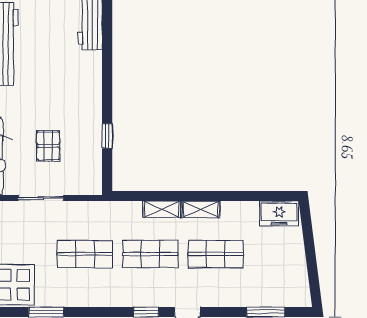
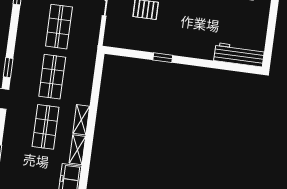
window: (107, 136) -> (163, 58), moved
shelving: (162, 209) -> (77, 150), moved

